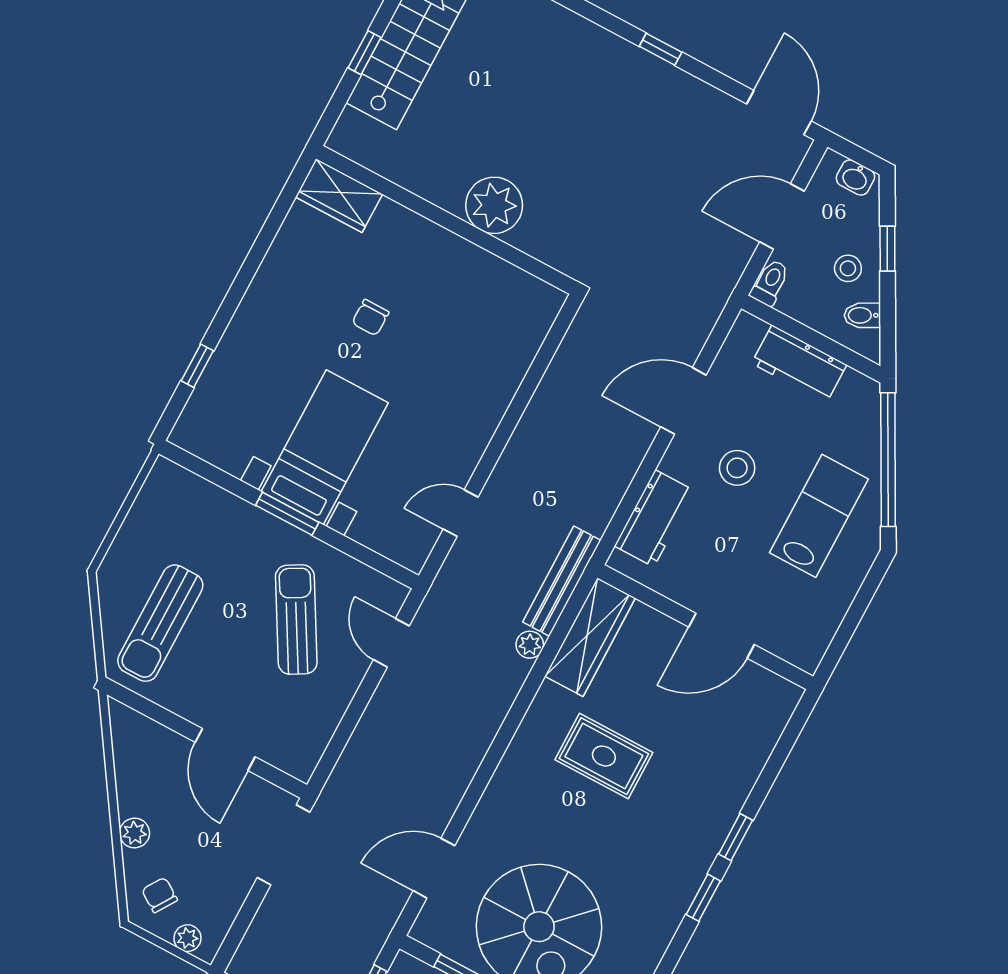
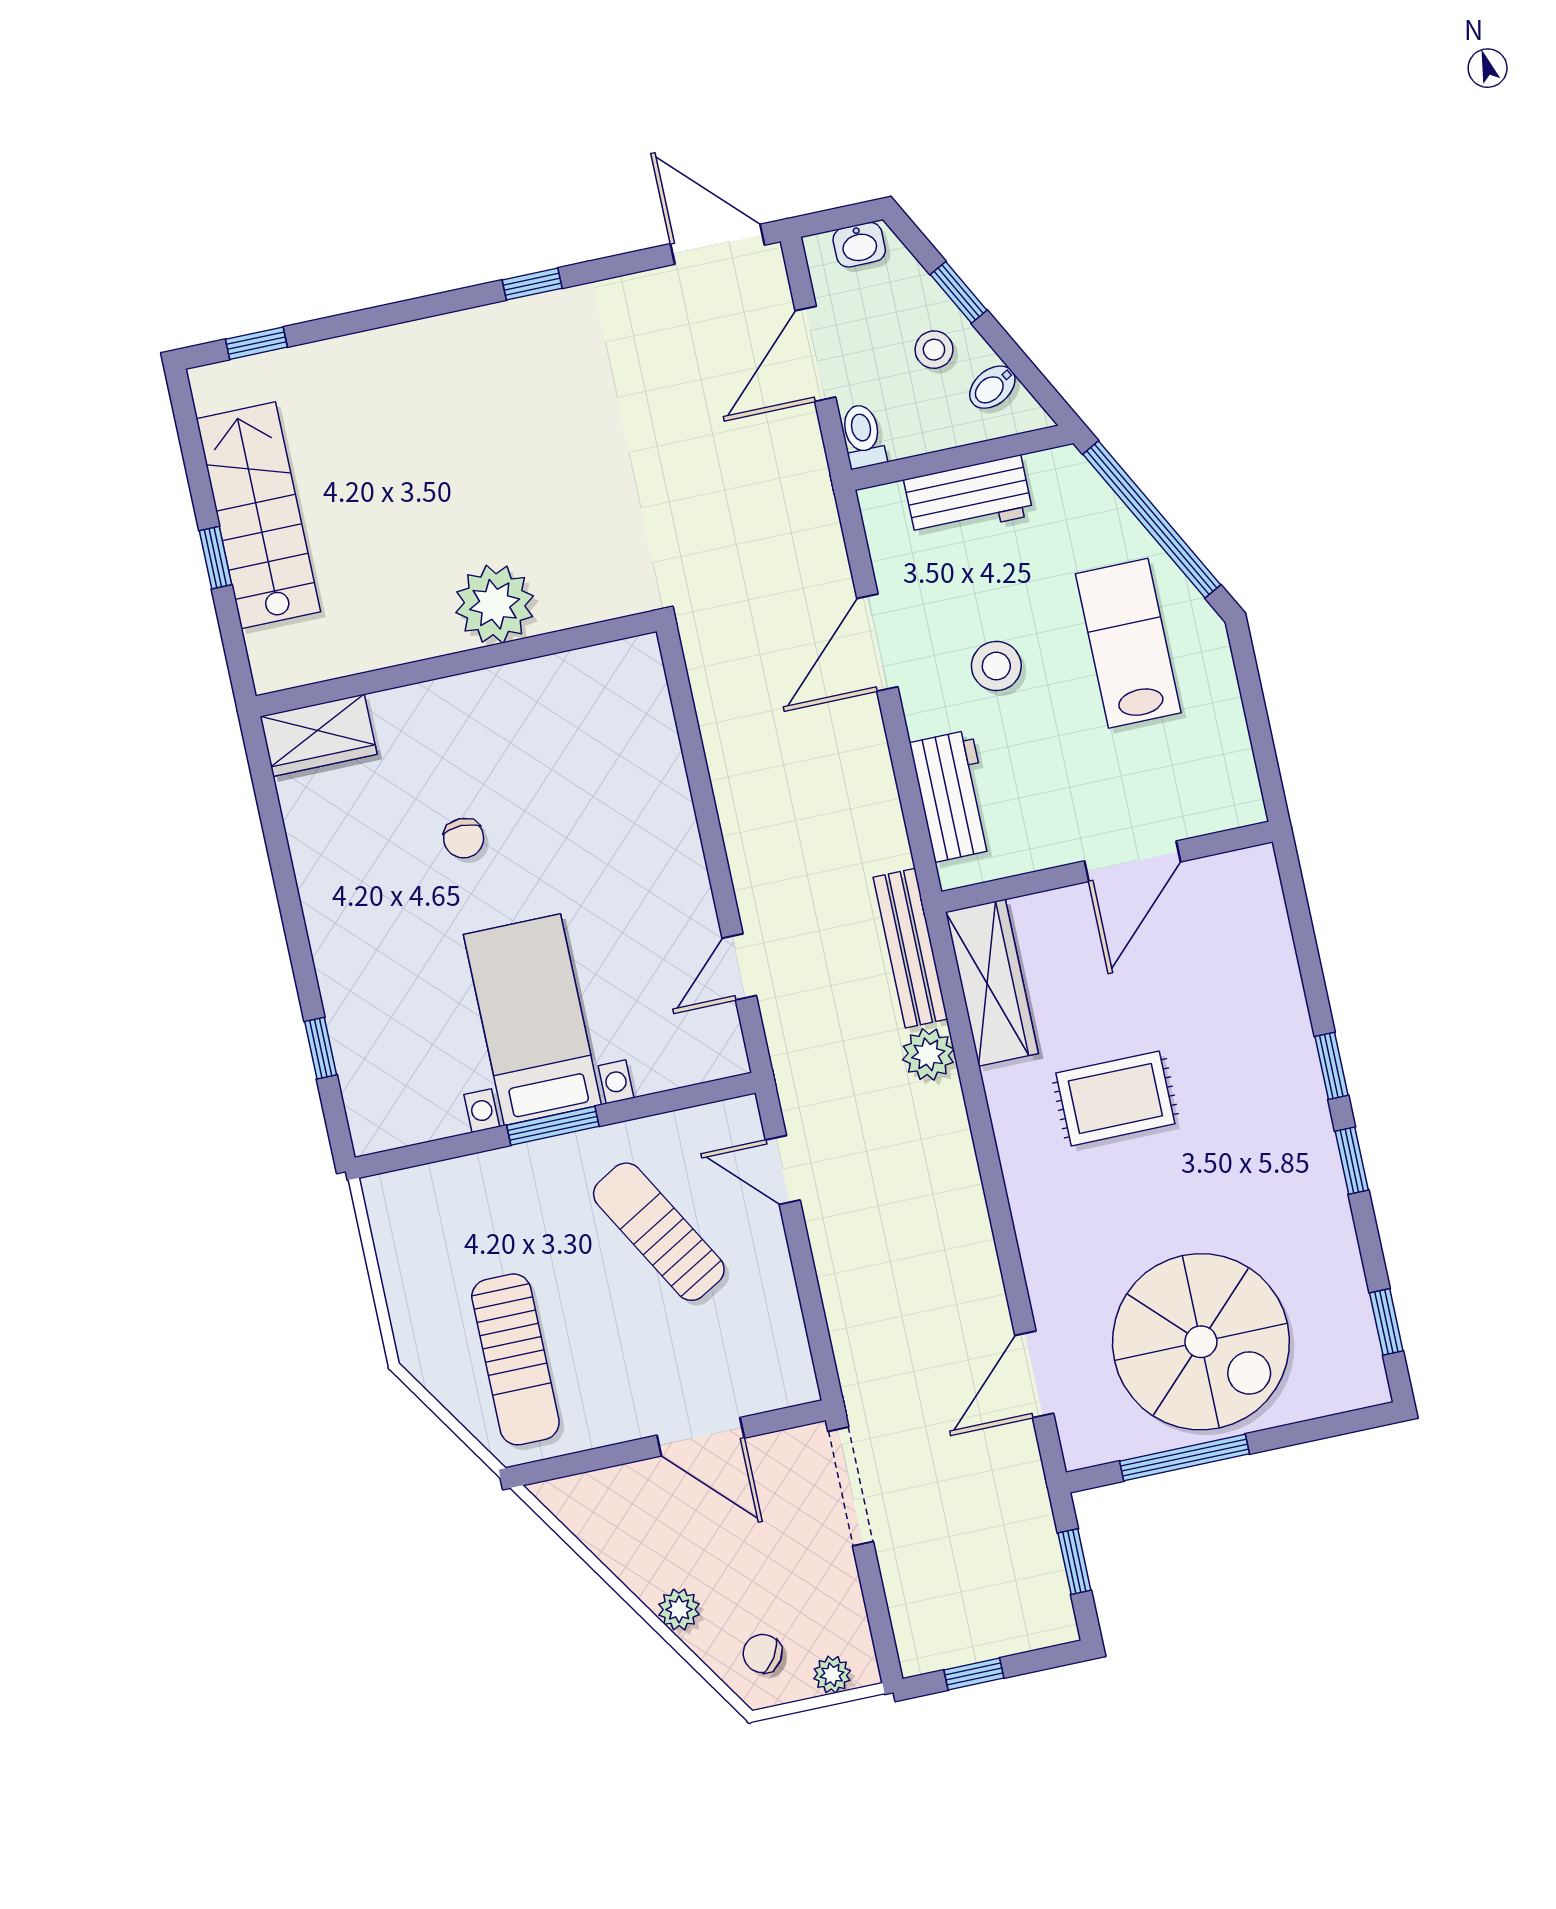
plant: (530, 645) -> (928, 1054), width x1.38, depth x1.38

